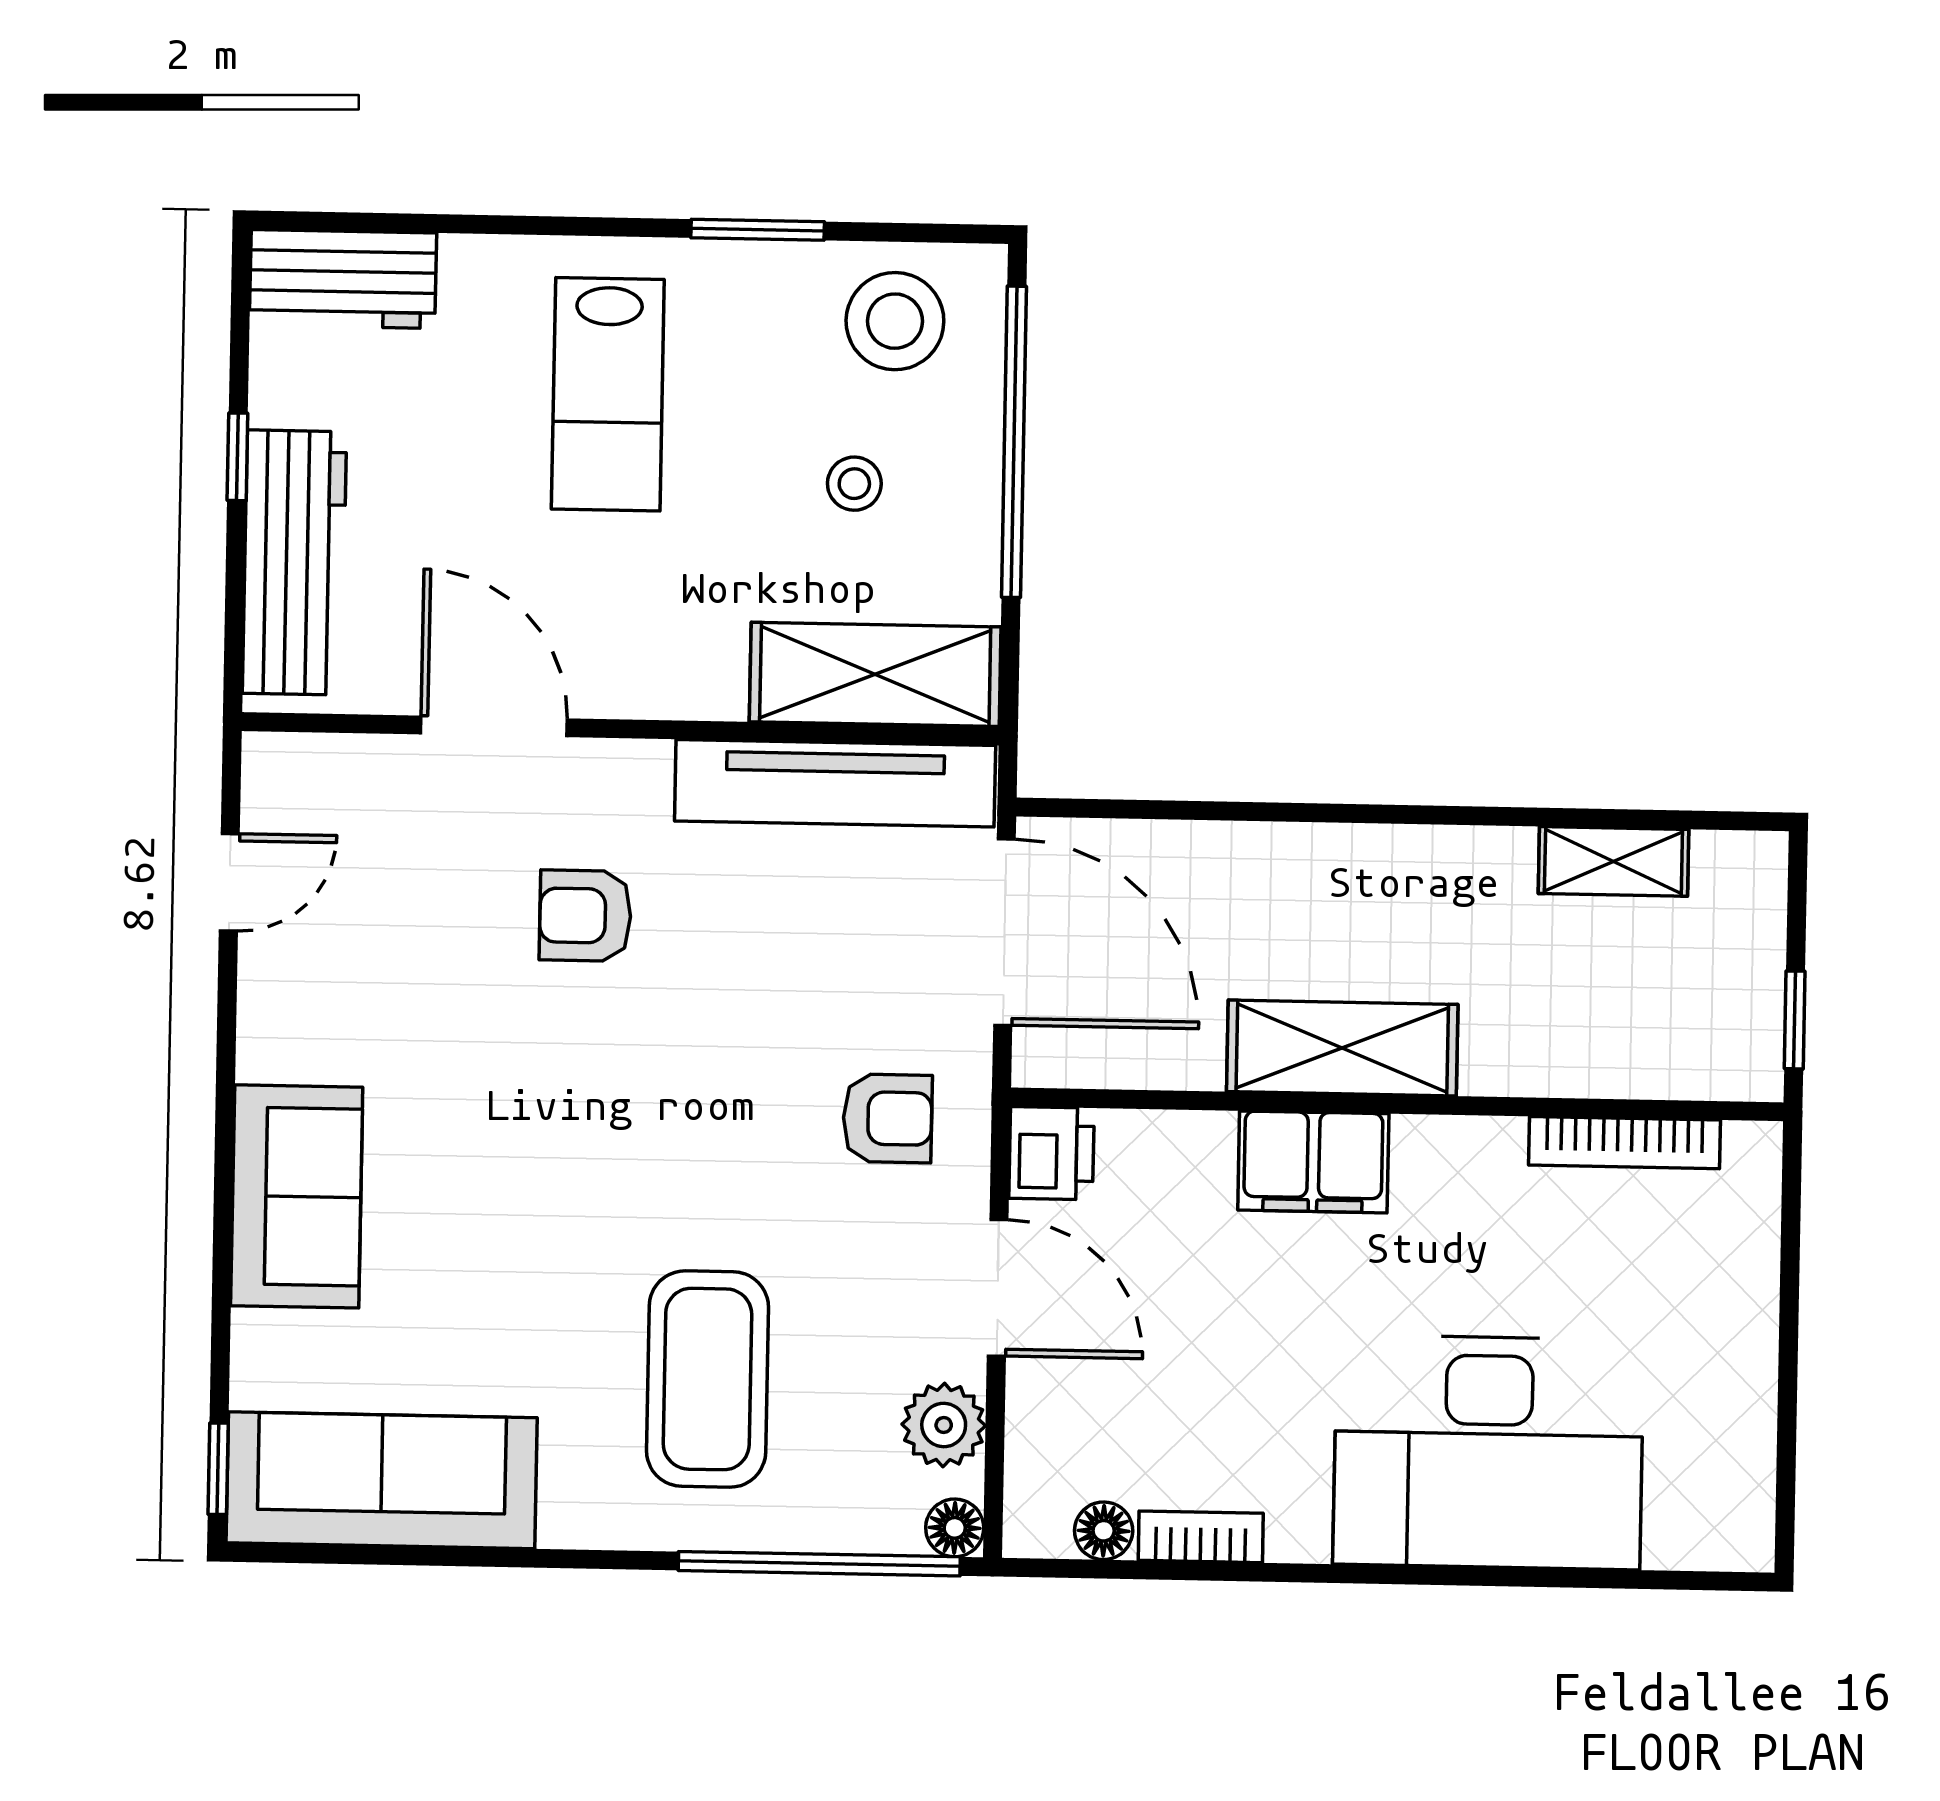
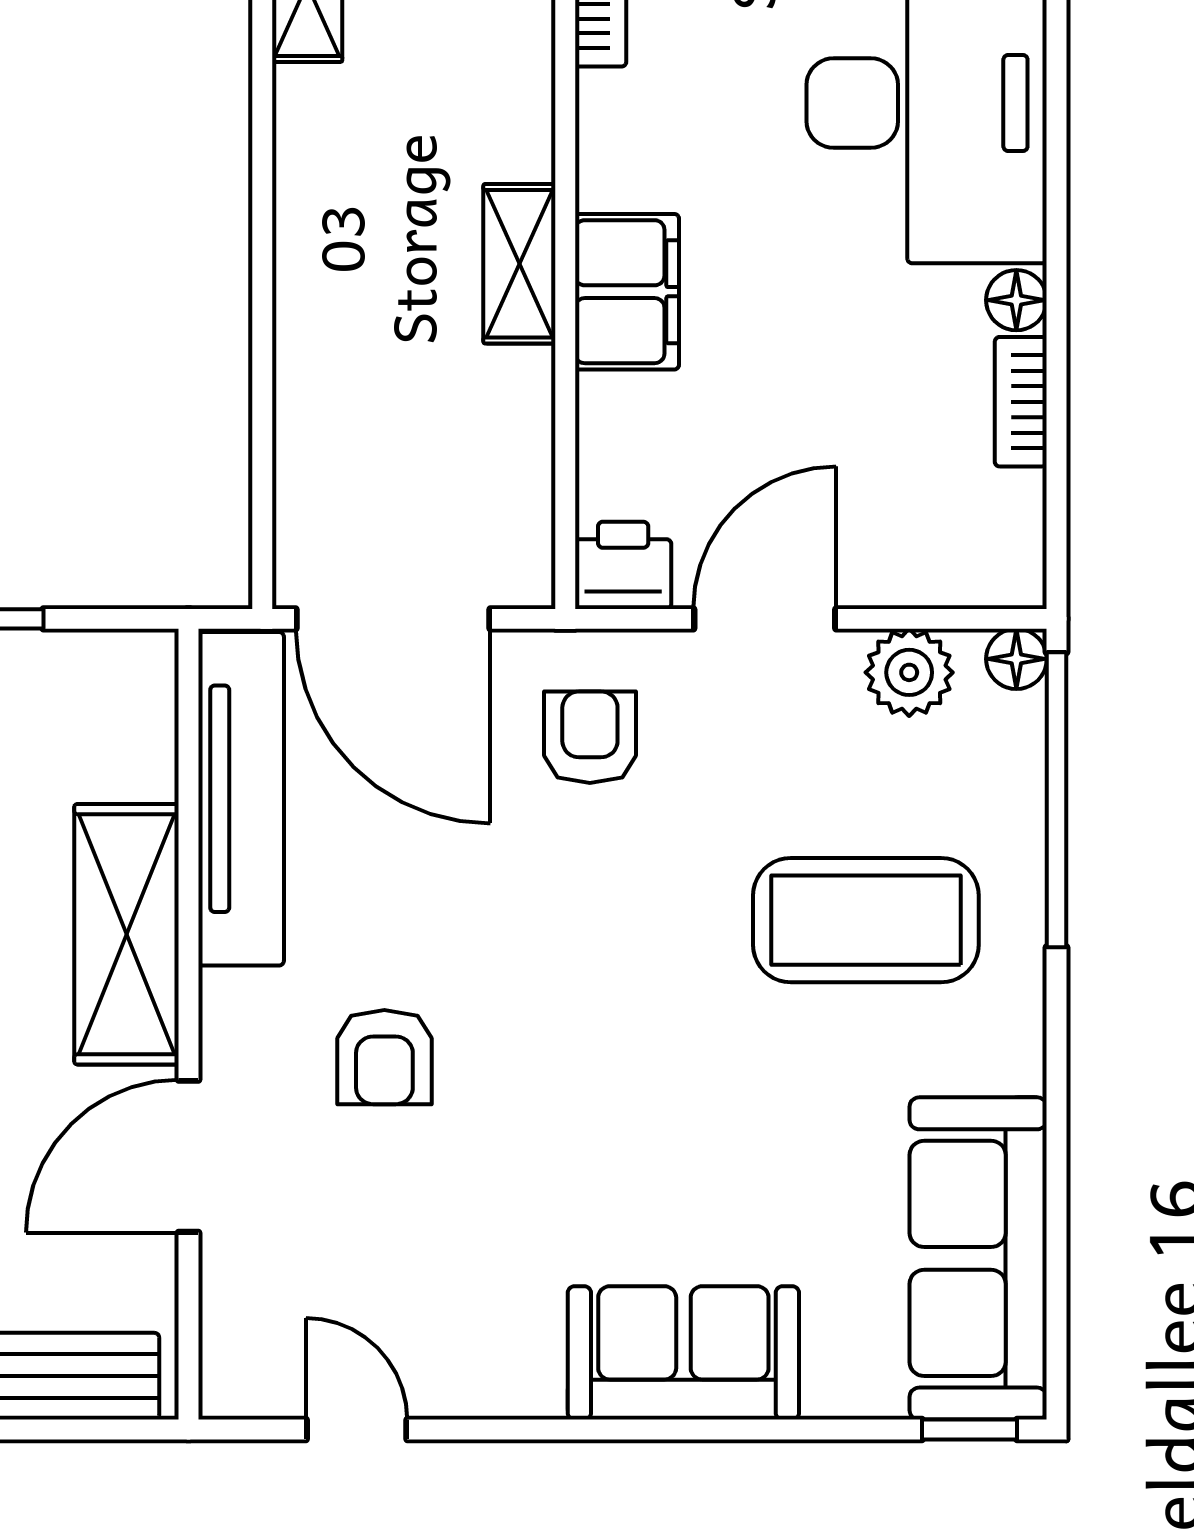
shelving: (875, 674) -> (127, 934), moved
door: (1004, 932) -> (393, 619), swing flipped
shelving: (1342, 1048) -> (519, 264), width x0.67, depth x0.75
floor lamp: (1104, 1531) -> (1016, 300), moved

